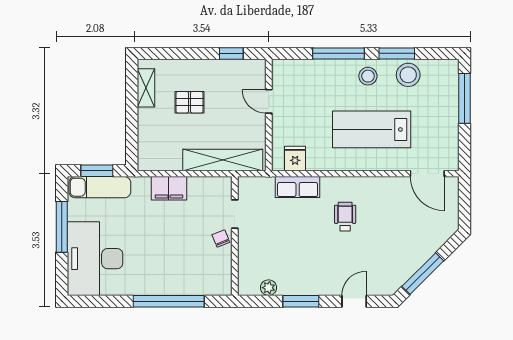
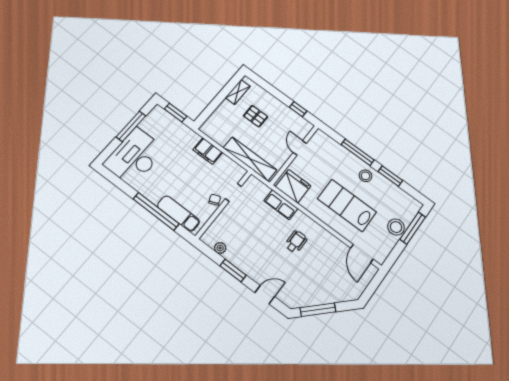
stool: (408, 75) -> (396, 227), moved
fridge: (295, 158) -> (293, 186), width x1.88, depth x1.34
exam couch: (100, 187) -> (178, 214), moved, turned 180

